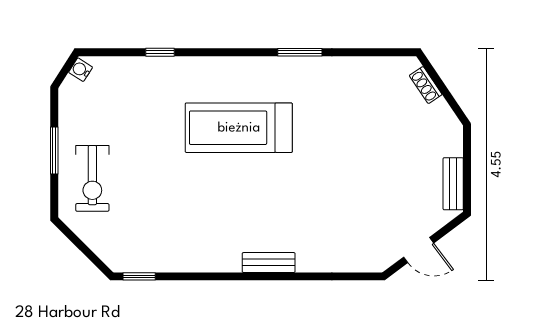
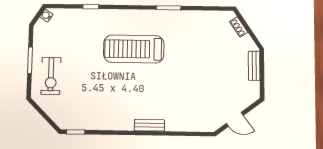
bench: (453, 184) -> (254, 66), moved

